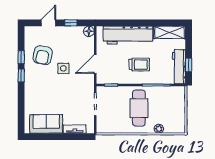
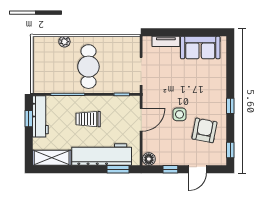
window: (114, 23) -> (118, 169), added
window: (21, 57) -> (230, 150), moved

